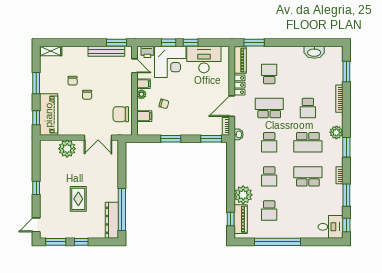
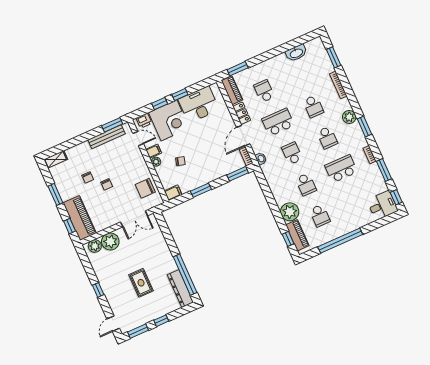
filing cabinet: (144, 116) -> (173, 193), moved
school desk: (269, 142) -> (292, 153), turned 180
school desk: (308, 142) -> (327, 138), width x0.54
plant: (51, 146) -> (95, 246), added

